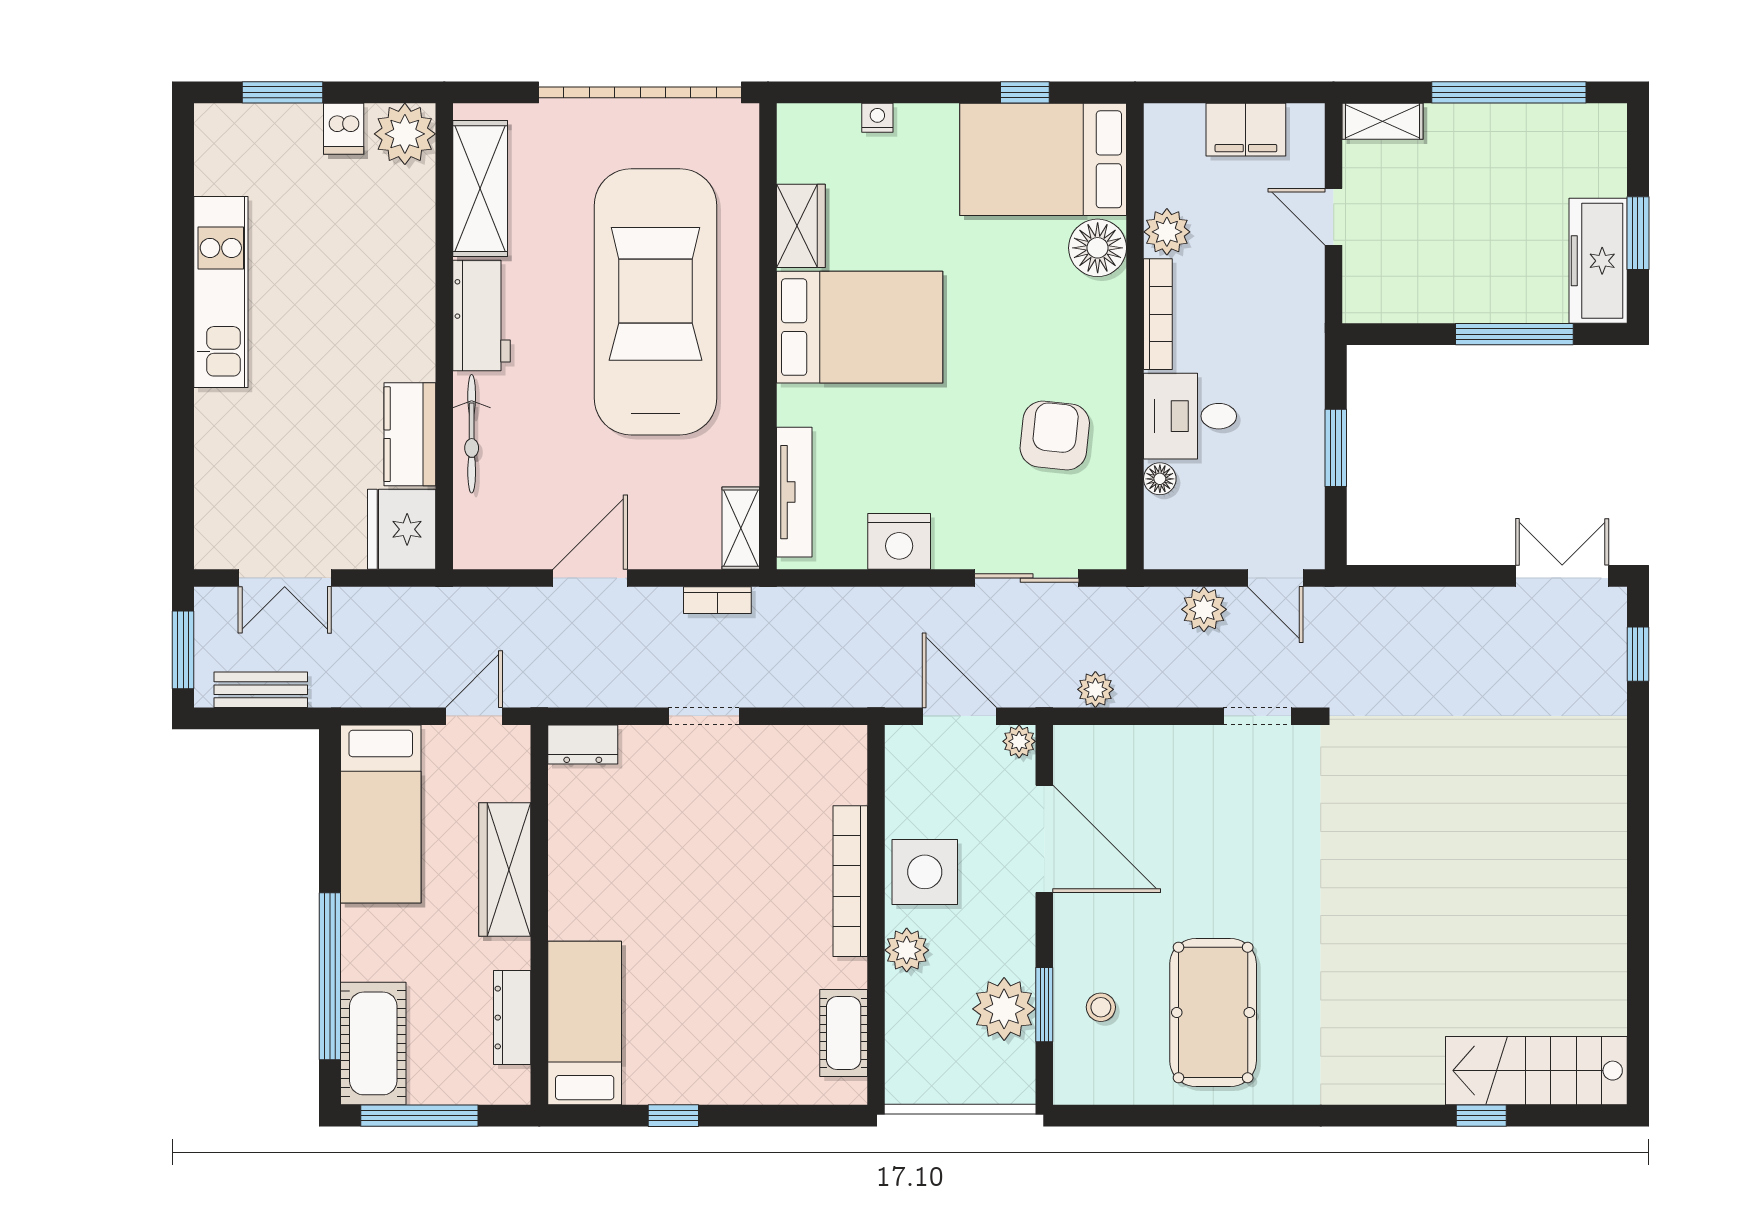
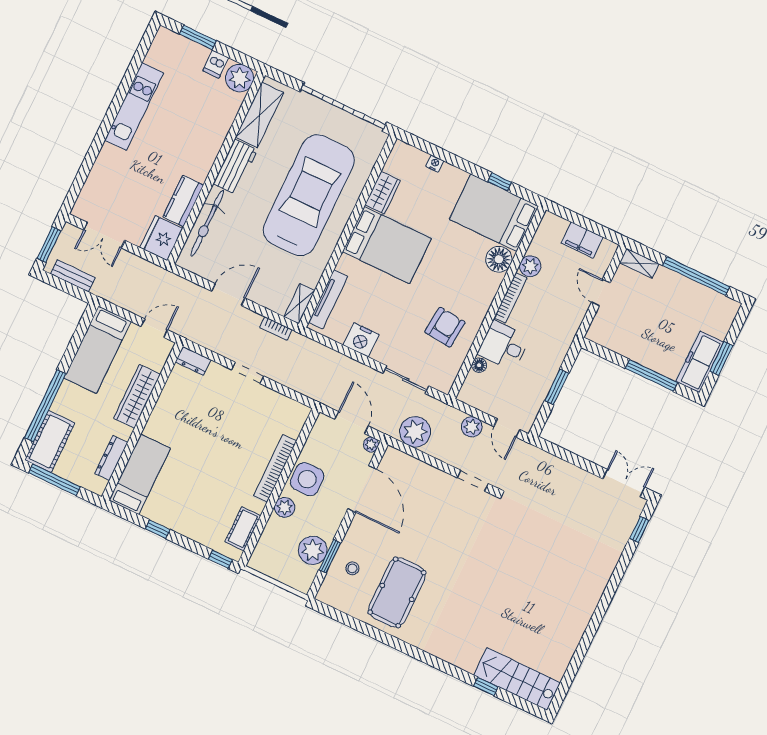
bicycle: (472, 434) -> (207, 223), width x1.37, depth x1.40
plant: (1095, 689) -> (415, 432), width x1.88, depth x1.88
window: (828, 1116) -> (220, 559), added

